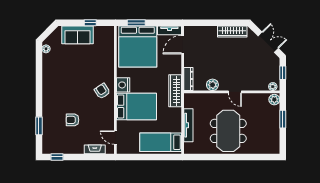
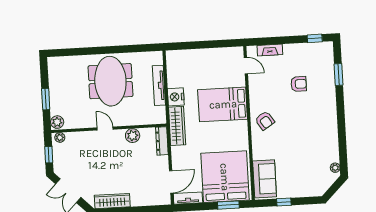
sofa: (77, 35) -> (265, 179), moved, turned 90
nightstand: (123, 85) -> (176, 97), moved, turned 180
bed: (161, 142) -> (191, 63), removed

